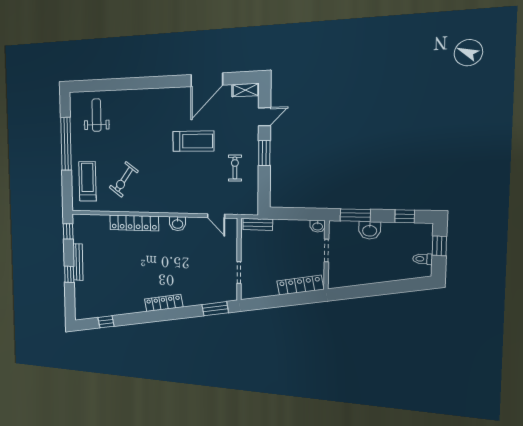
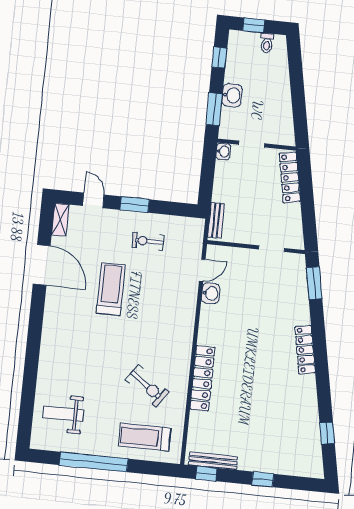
washbasin: (178, 224) -> (211, 293), moved
bench: (78, 262) -> (213, 461), moved

